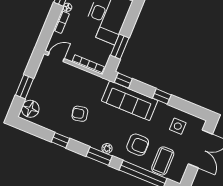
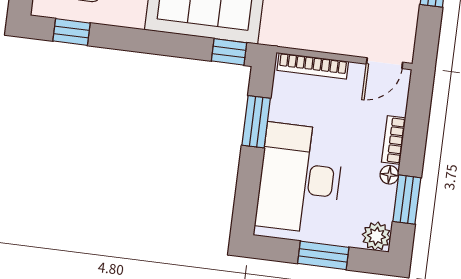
window: (162, 96) -> (71, 32), moved

